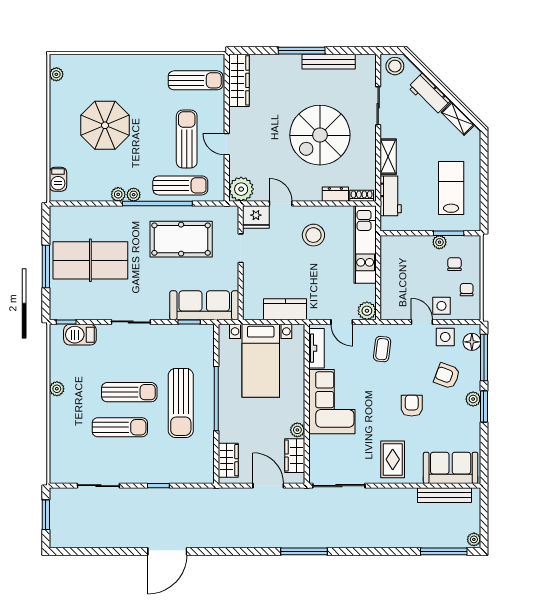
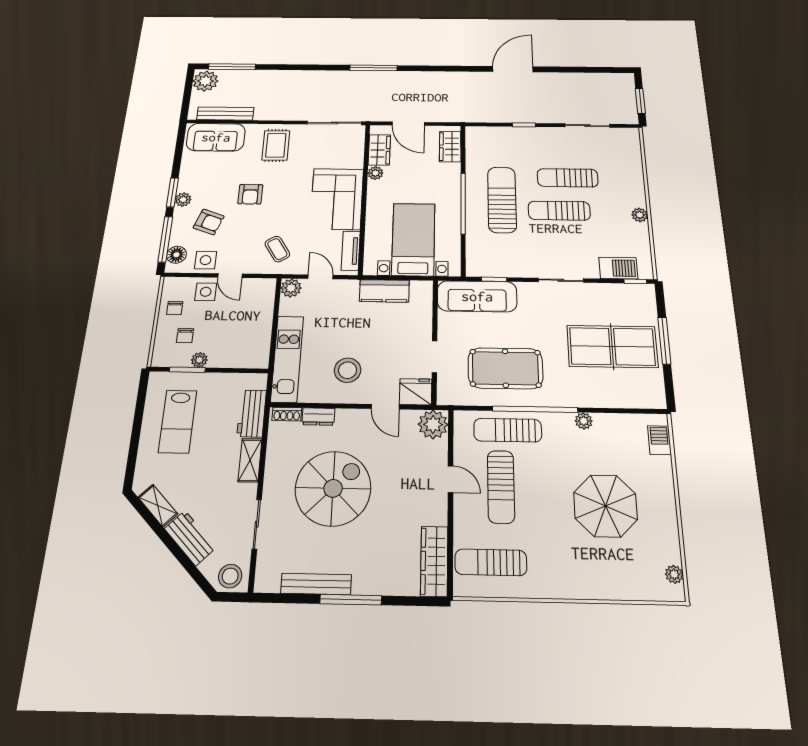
plant: (134, 195) -> (565, 420), removed
coffee table: (382, 349) -> (277, 249), turned -39
plant: (474, 539) -> (206, 81), width x1.87, depth x1.87

